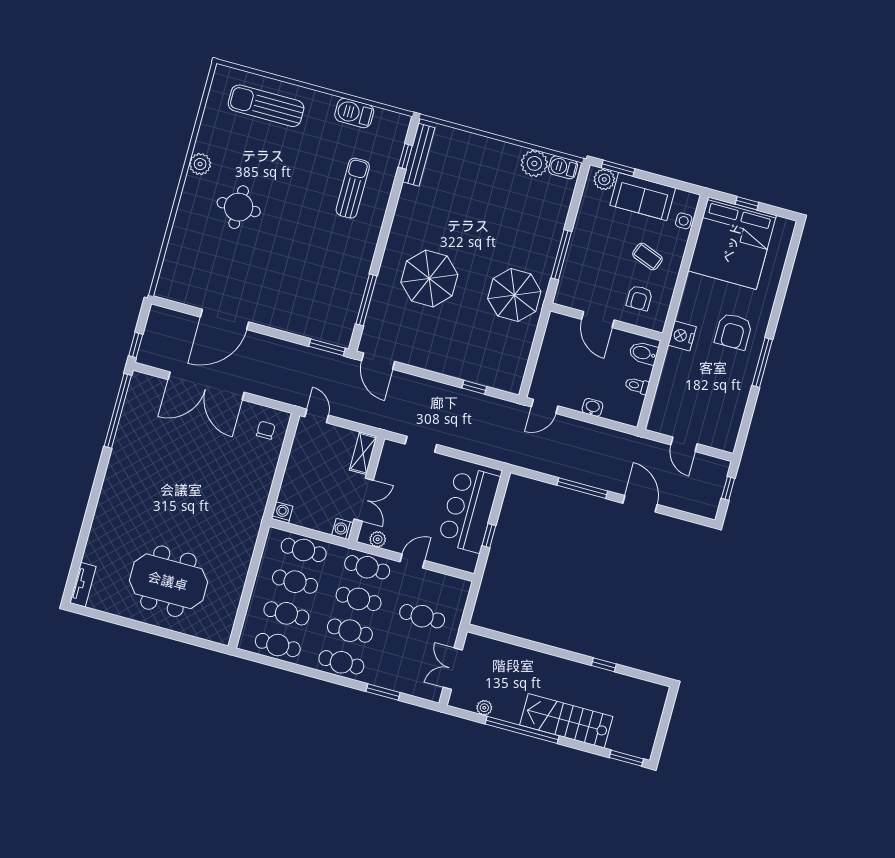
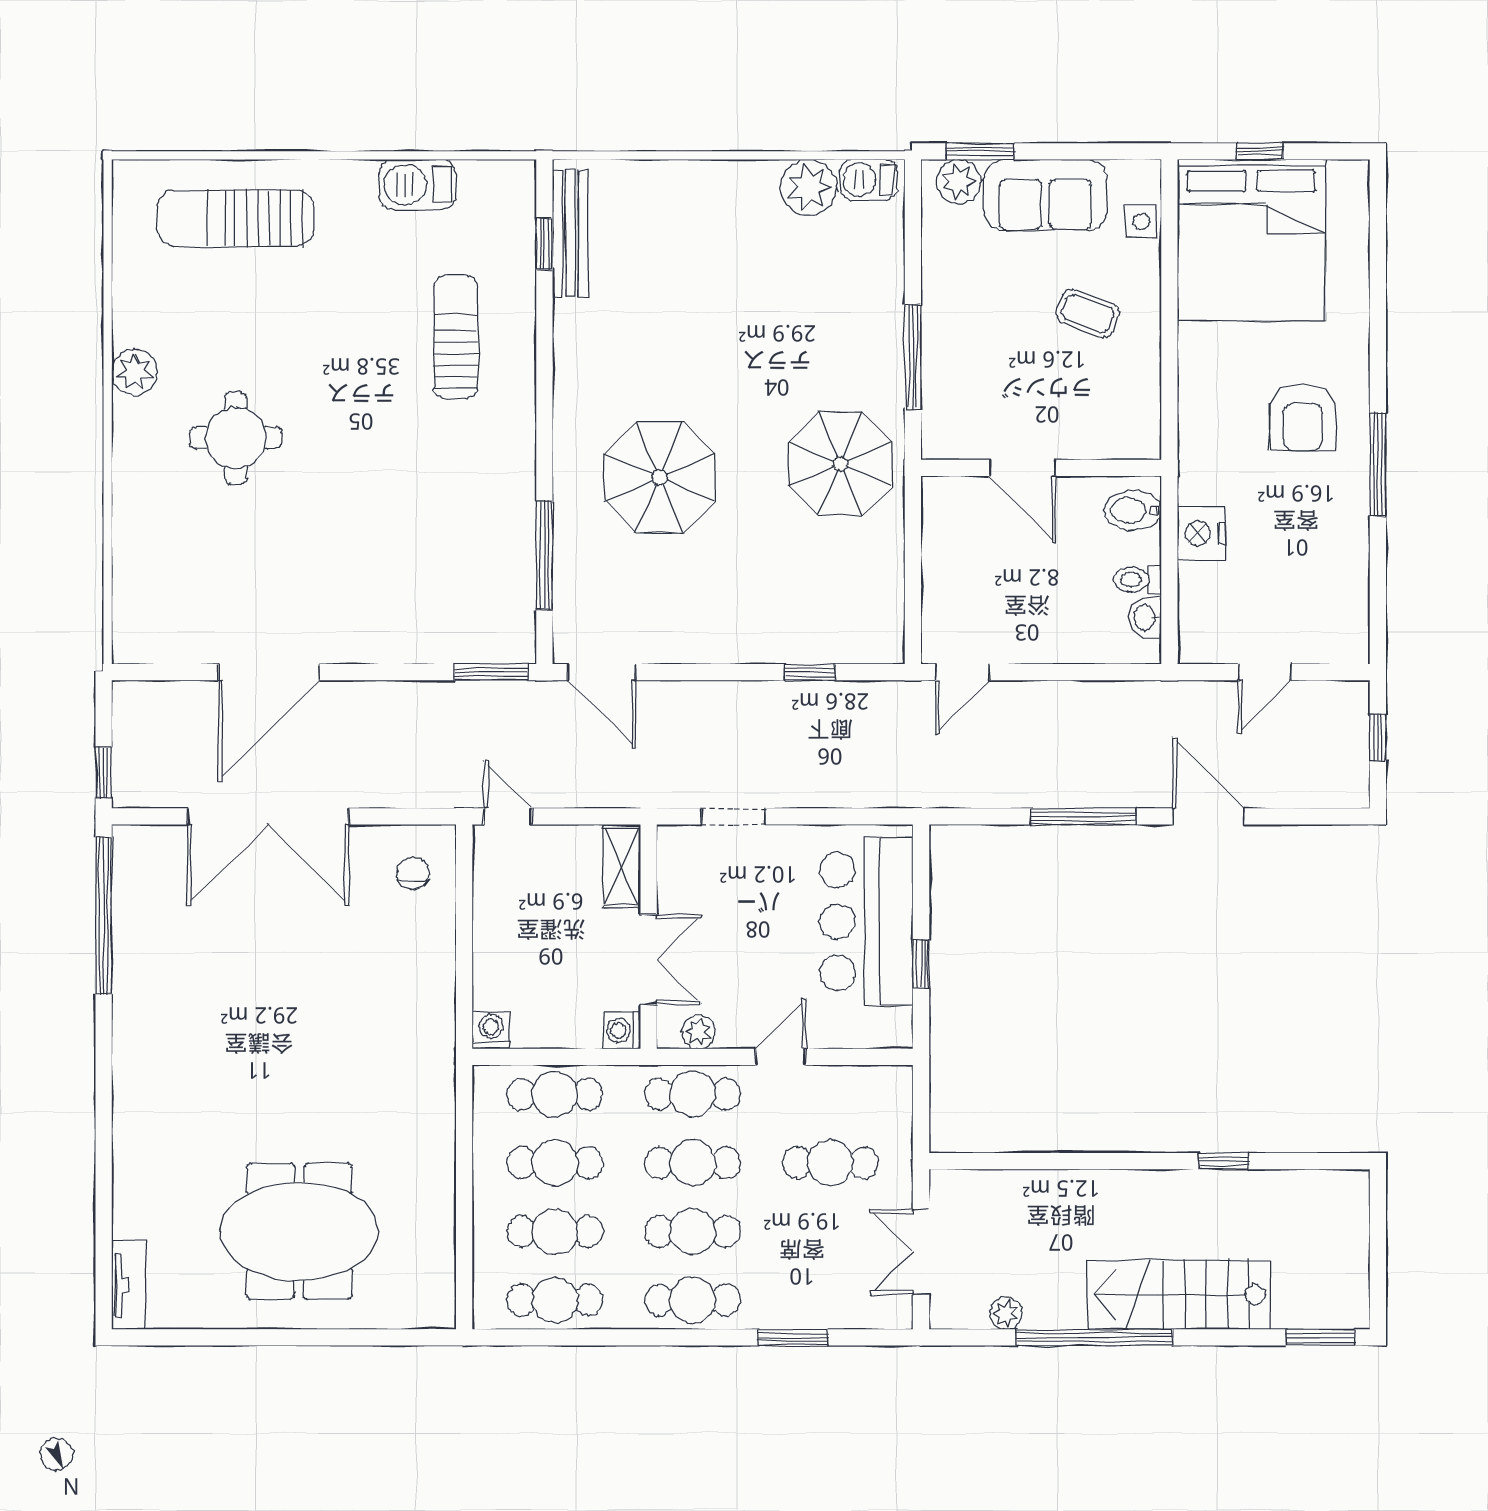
armchair: (639, 298) -> (1094, 401), removed
nightstand: (682, 336) -> (1201, 533), moved
washbasin: (592, 407) -> (1145, 617), moved, turned -90
door: (684, 444) -> (1265, 672), hinge flipped

